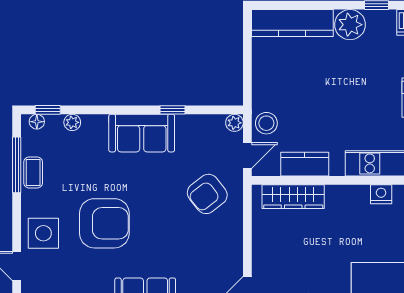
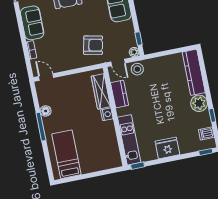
window: (172, 110) -> (139, 39), moved
armchair: (207, 194) -> (93, 45), turned 140
nightstand: (381, 194) -> (107, 114), moved

